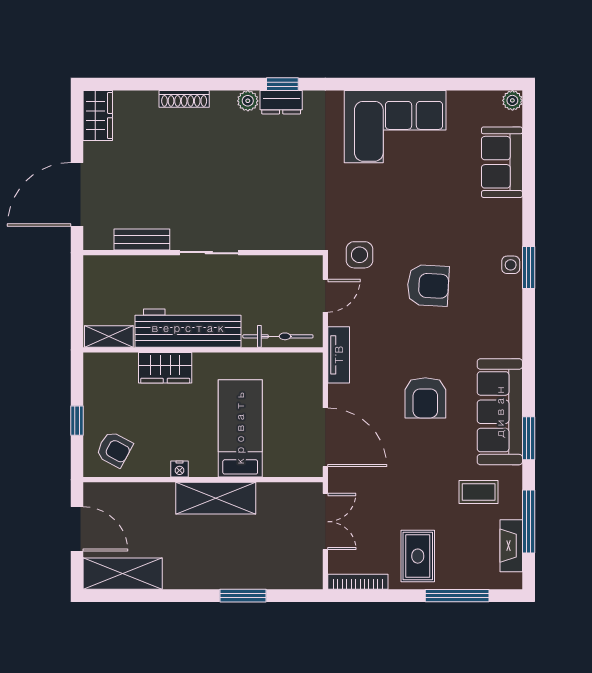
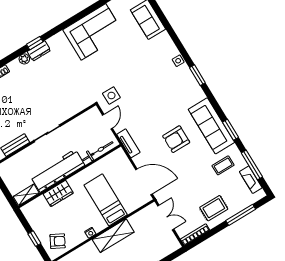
window: (529, 268) -> (197, 75), moved
armchair: (428, 286) -> (148, 91), removed
armchair: (425, 398) -> (176, 139), turned 90
rug: (418, 556) -> (214, 208), turned 90

